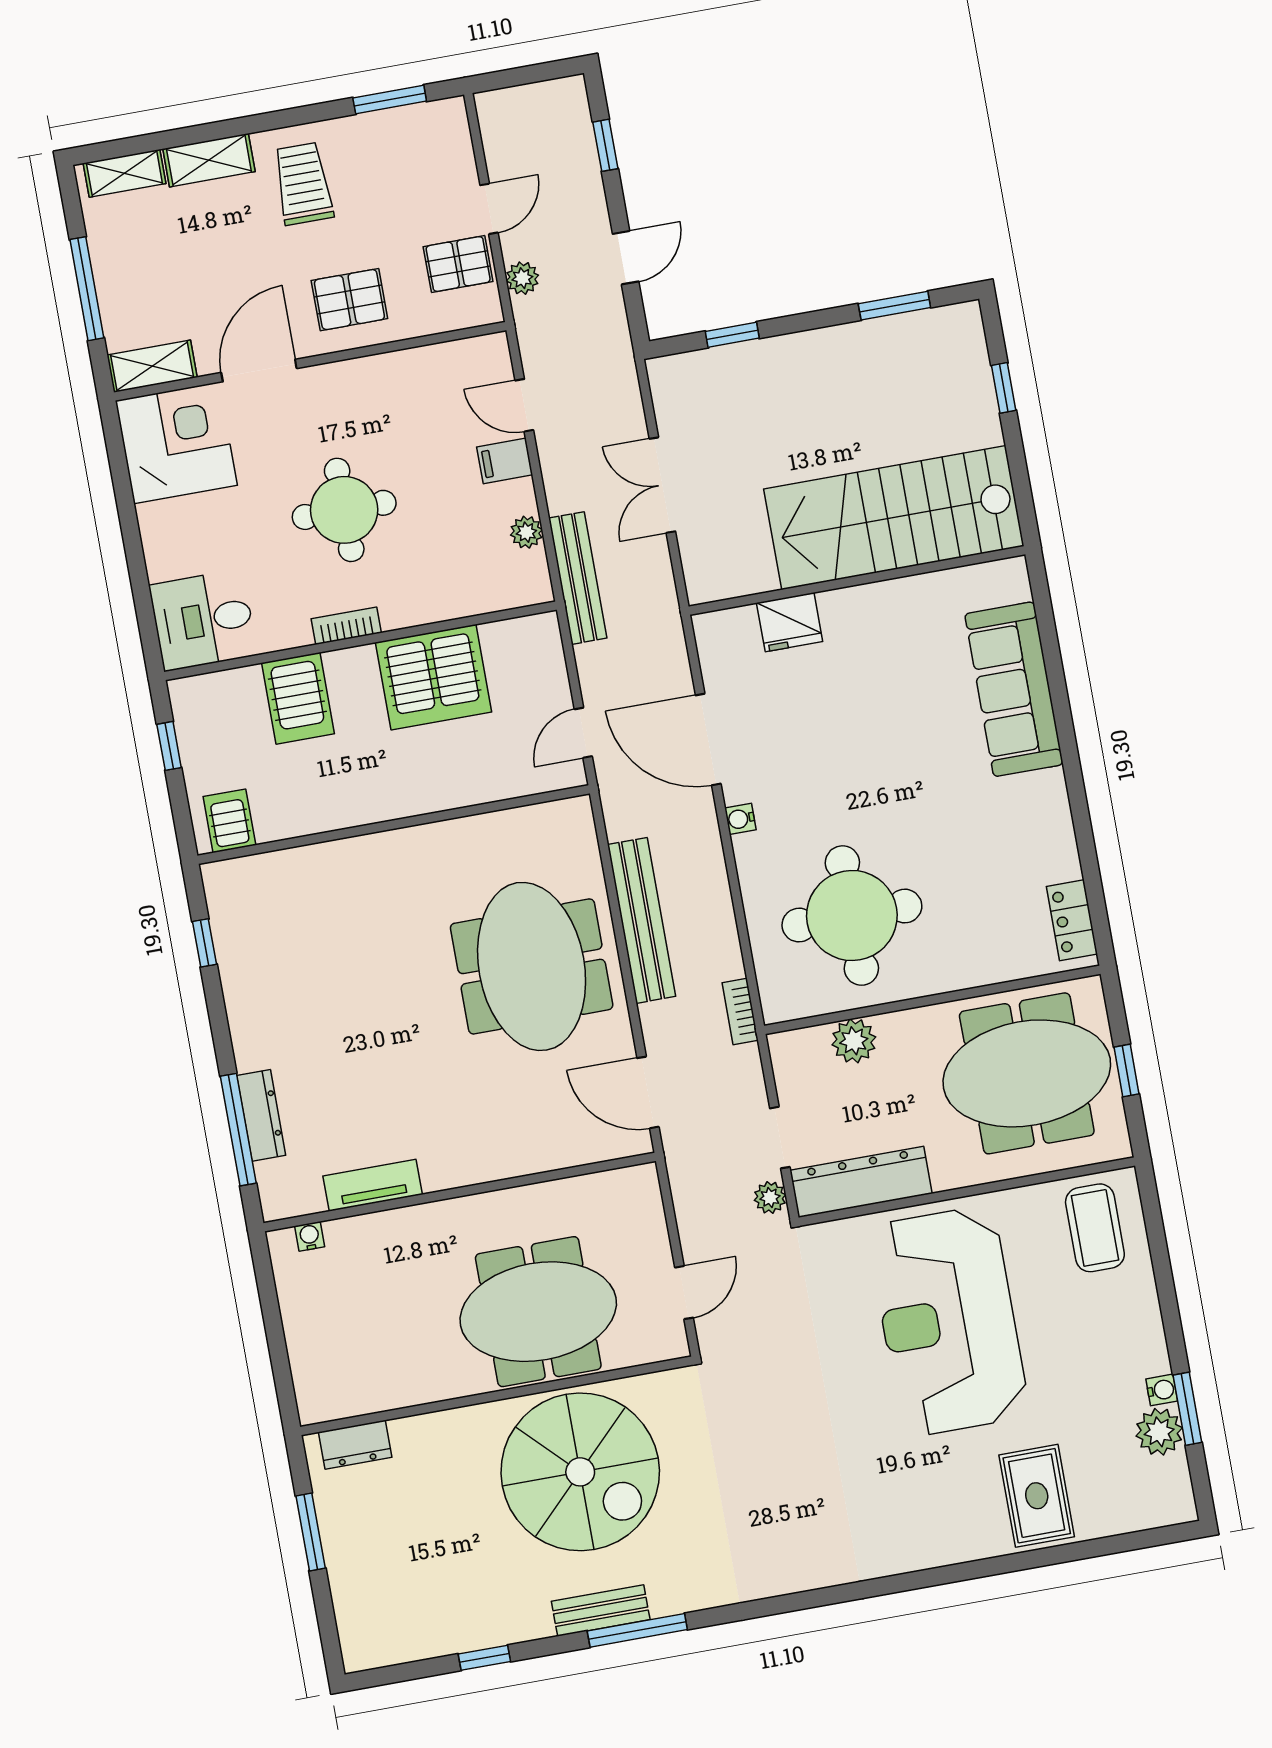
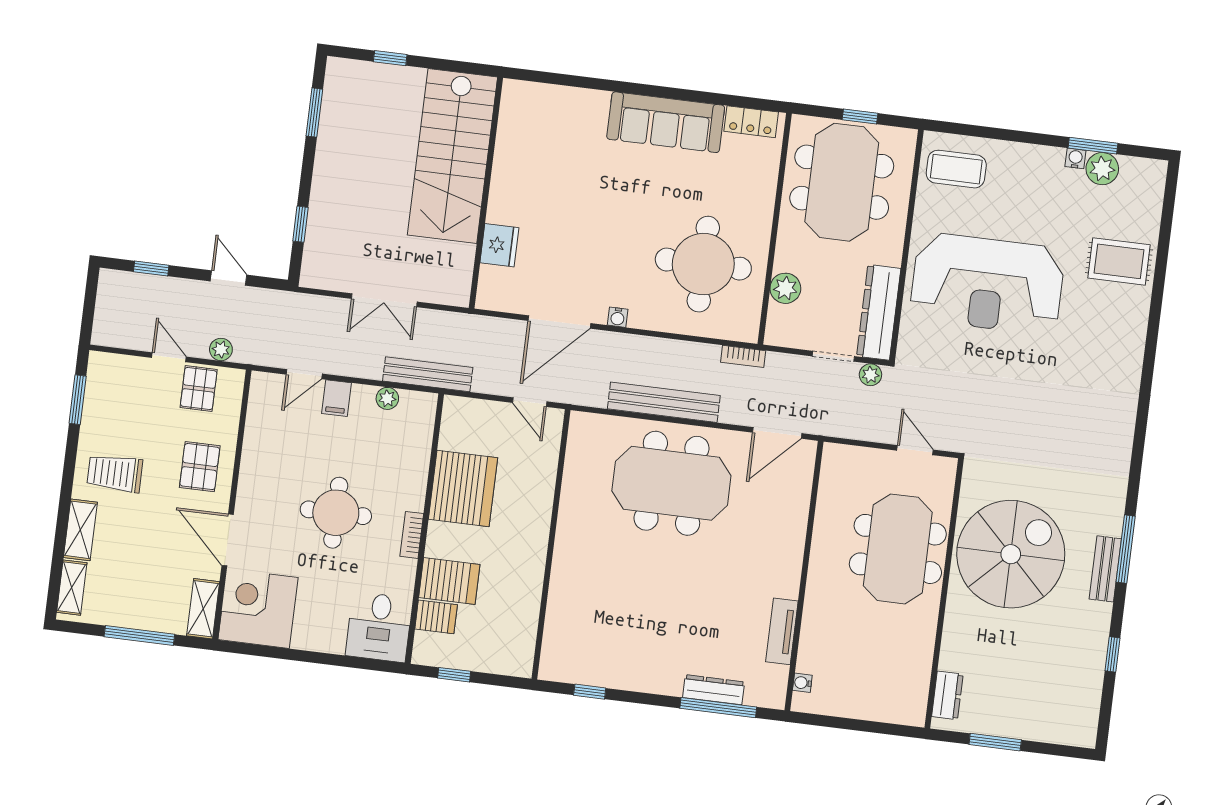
sofa: (1014, 689) -> (666, 122), moved
server rack: (229, 821) -> (436, 617), moved, turned 180

